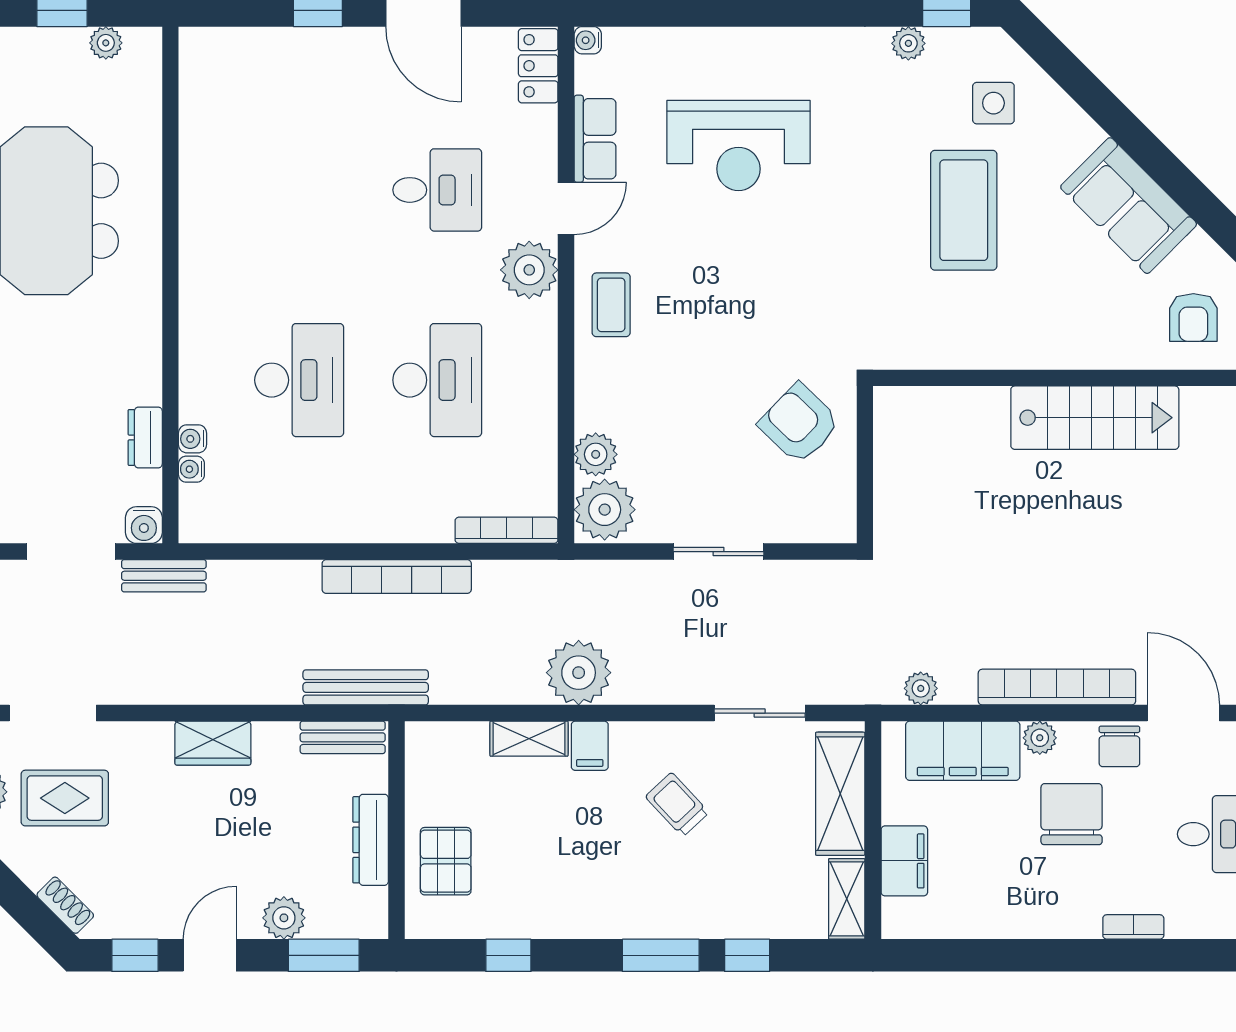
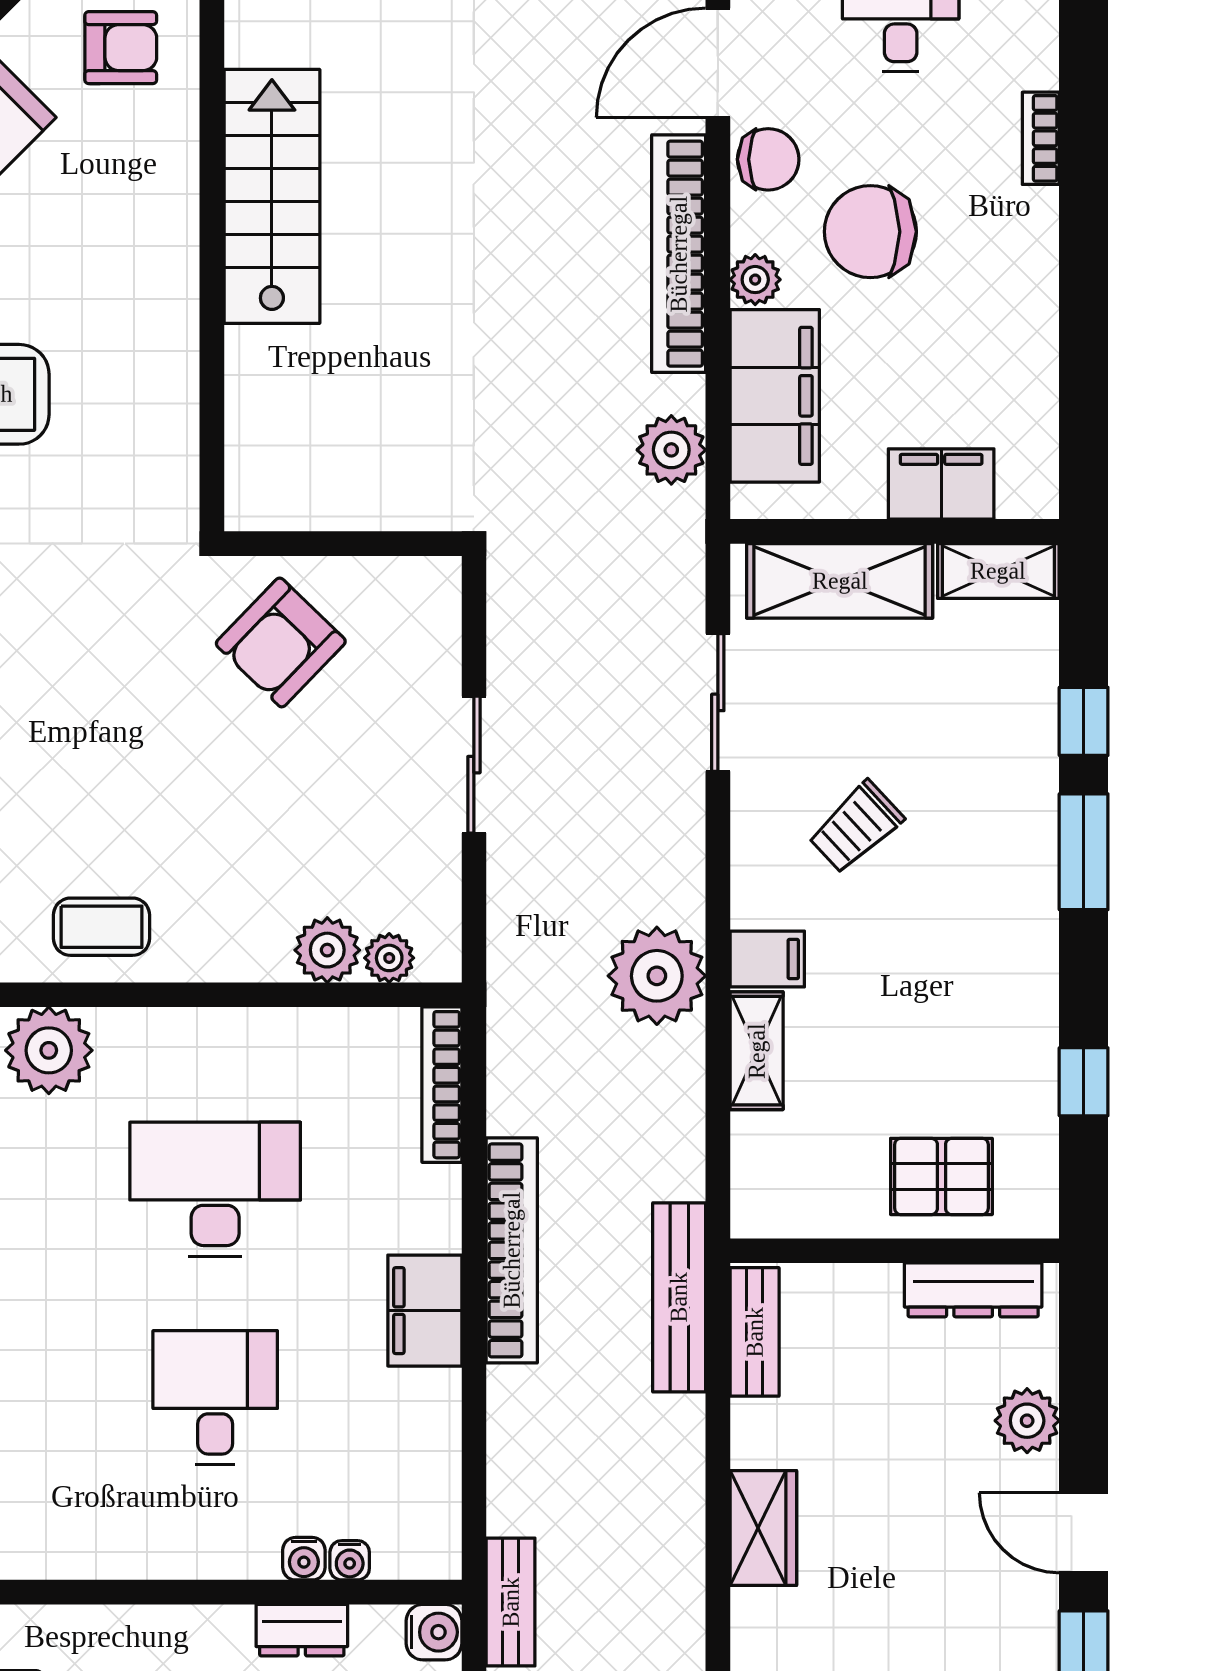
desk: (299, 380) -> (215, 1398), width x0.73
plant: (605, 510) -> (389, 958), width x0.53, depth x0.53
filing cabinet: (357, 519) -> (425, 1311), added
plant: (921, 688) -> (671, 450), width x1.38, depth x1.38
dresser: (371, 840) -> (973, 1290), moved
window: (324, 955) -> (1084, 1360), removed

